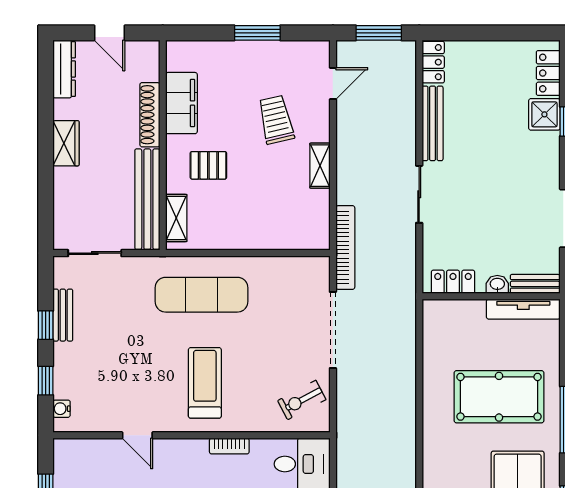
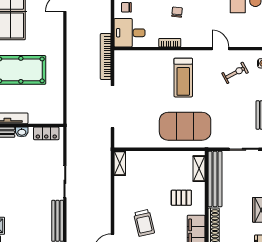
shelving: (320, 166) -> (120, 163), moved
bookcase: (345, 247) -> (106, 56), moved
exercise mat: (202, 295) -> (185, 126), width x1.47
exercise bike: (302, 400) -> (235, 73), moved

